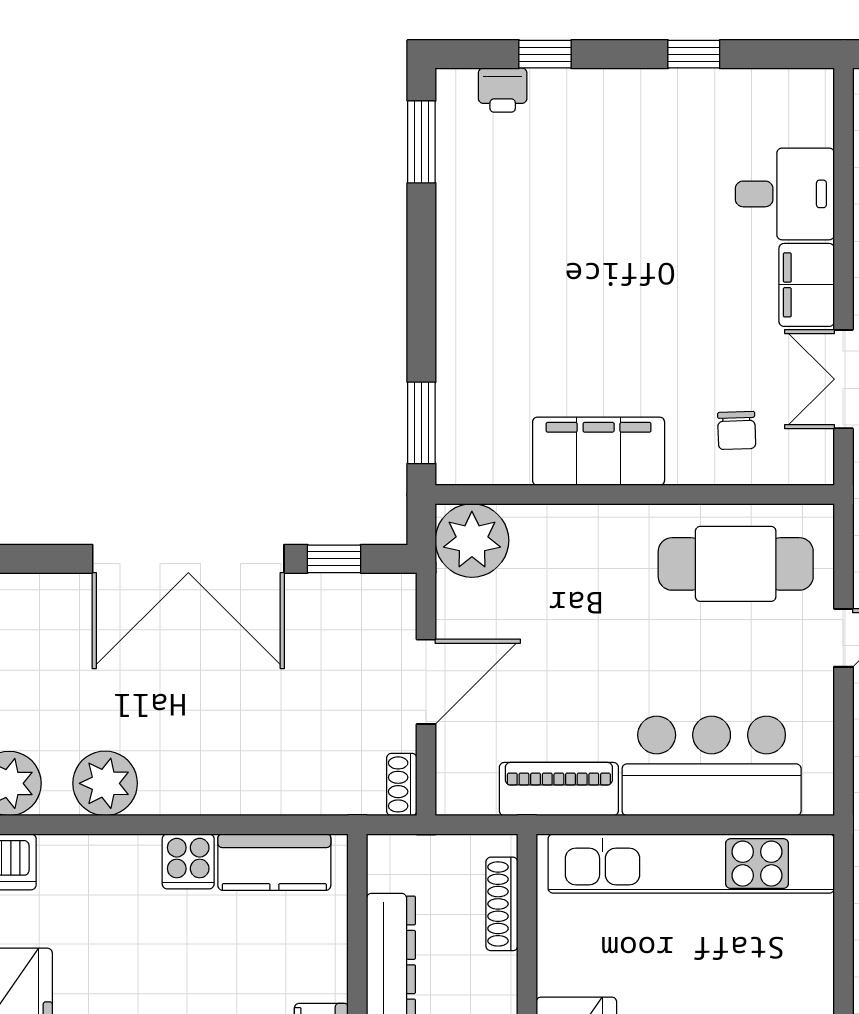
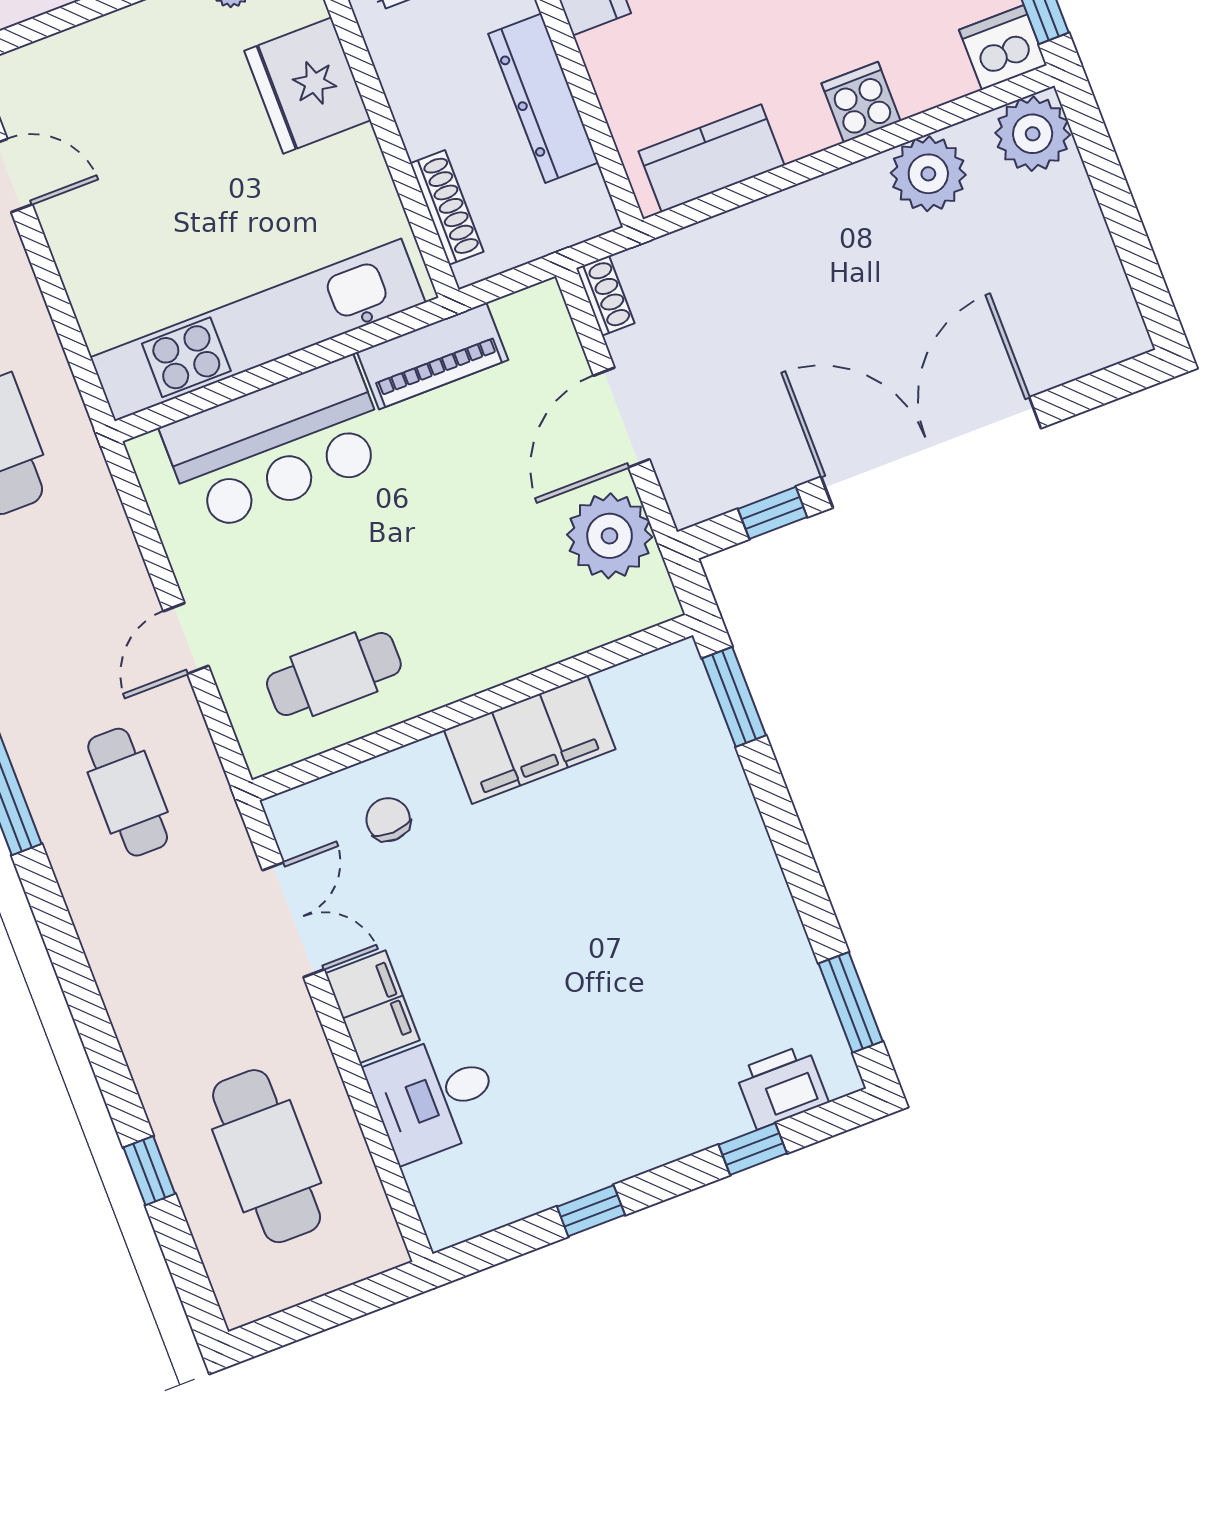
printer: (503, 90) -> (782, 1087), width x1.36, depth x1.24
plant: (472, 540) -> (610, 536), moved
cafe table: (736, 564) -> (334, 674), width x0.73, depth x0.74
cooker: (188, 861) -> (861, 102), moved

